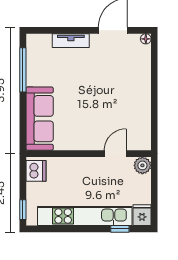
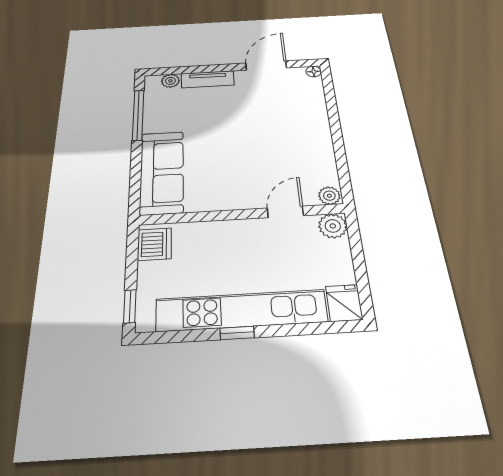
plant: (45, 40) -> (170, 81), added
plant: (143, 144) -> (329, 196), added
window: (120, 229) -> (237, 333), moved

